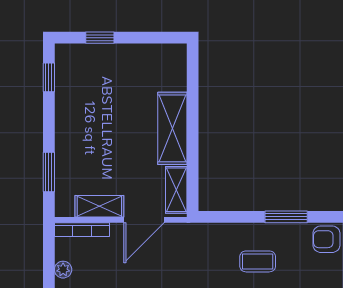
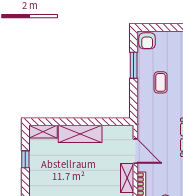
window: (100, 38) -> (25, 159), moved
shelving: (176, 190) -> (43, 132), moved

